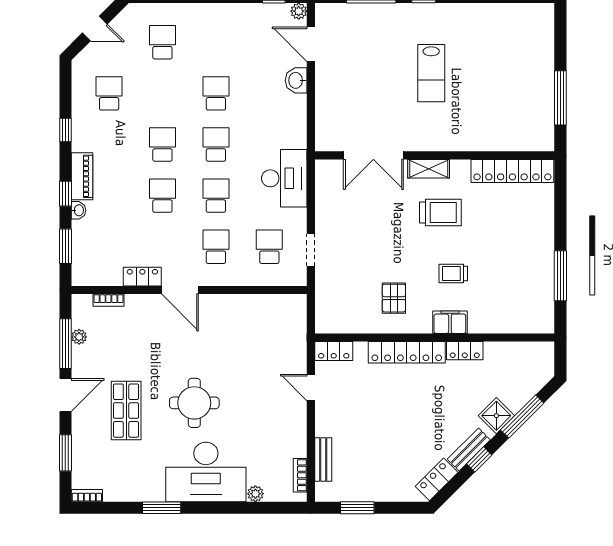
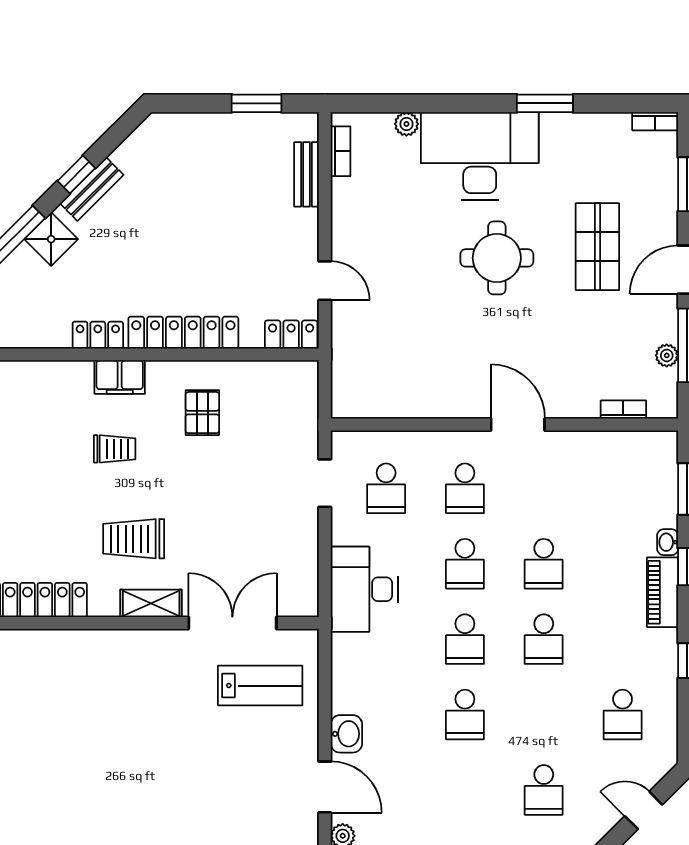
lab bench: (431, 73) -> (260, 686), moved, turned 90
locker: (142, 277) -> (573, 444), removed
locker: (437, 479) -> (139, 145), removed

